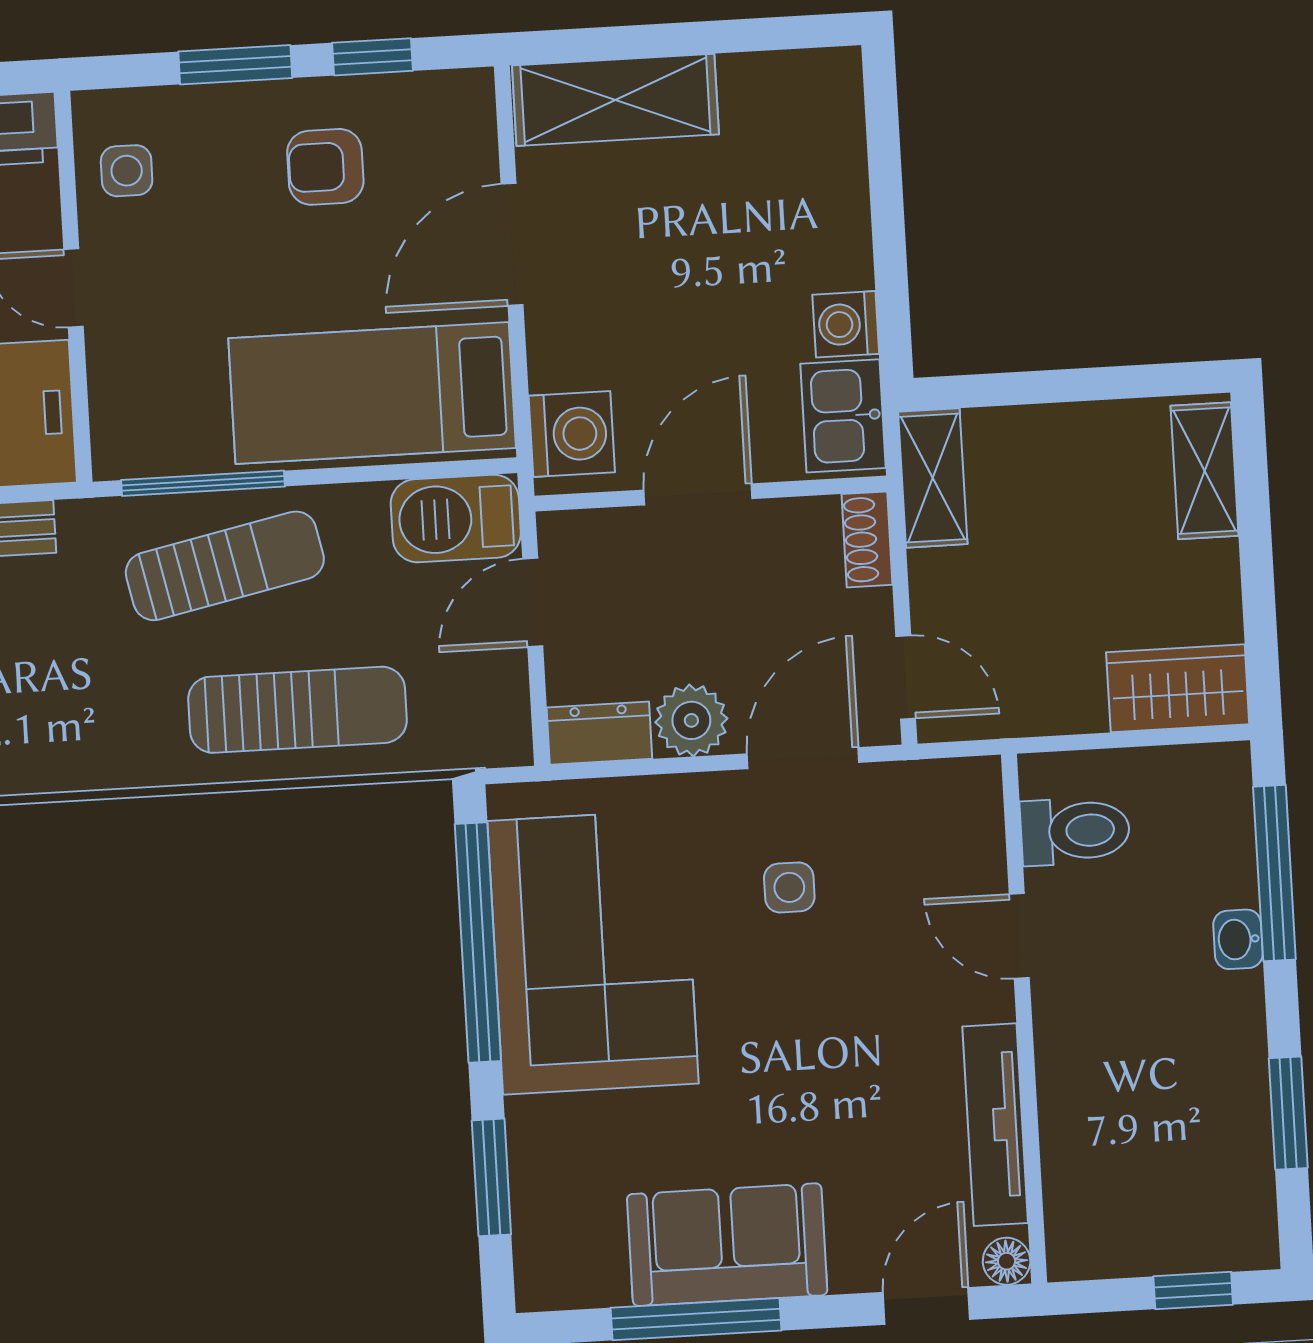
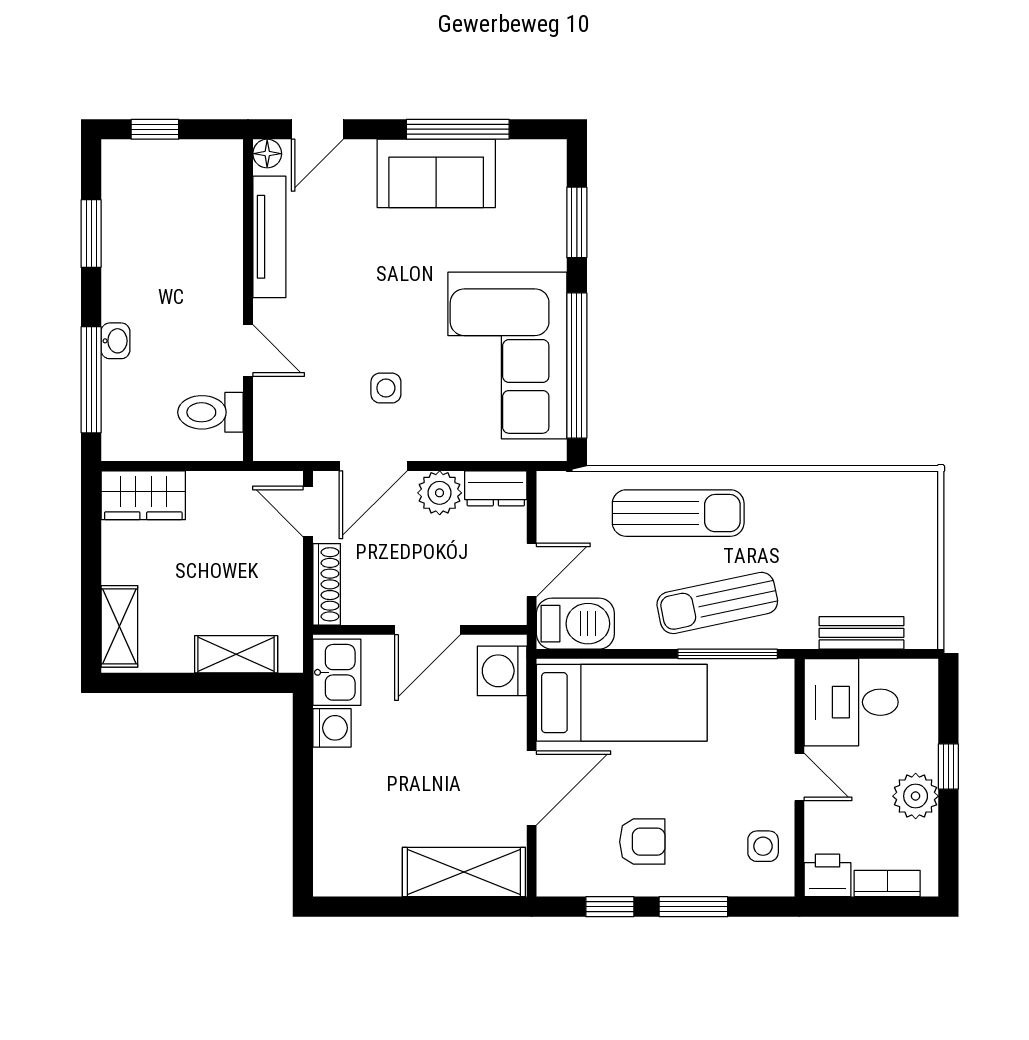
shelving: (933, 478) -> (236, 654), moved, turned 90
shoe rack: (867, 539) -> (327, 584), width x1.43
sun lounger: (297, 710) -> (678, 513), turned 180

